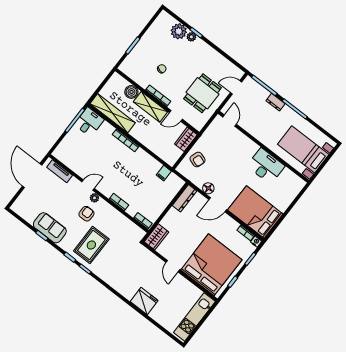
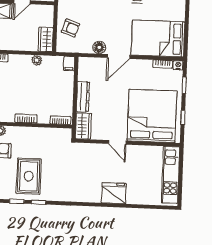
wardrobe: (186, 139) -> (46, 39), moved
plant: (157, 165) -> (37, 60), added
filing cabinet: (164, 173) -> (69, 63), moved
dresser: (185, 198) -> (83, 97), moved

